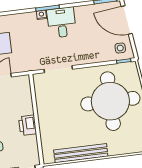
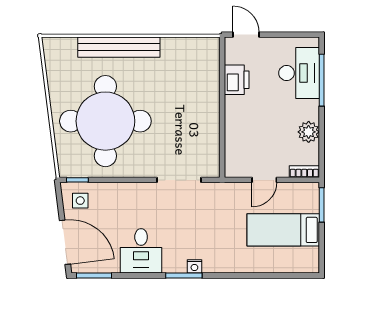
desk: (62, 22) -> (141, 251), moved
printer: (28, 125) -> (237, 80), moved
bench: (81, 153) -> (119, 47), moved

